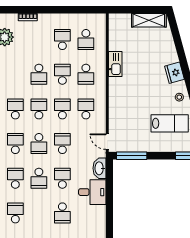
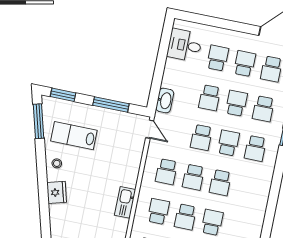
kitchen sink: (115, 64) -> (125, 202), moved
school desk: (15, 109) -> (245, 64), moved, turned 180
window: (132, 156) -> (111, 105), moved
desk: (92, 192) -> (185, 45), moved

